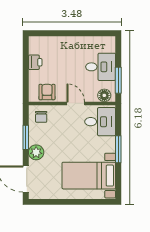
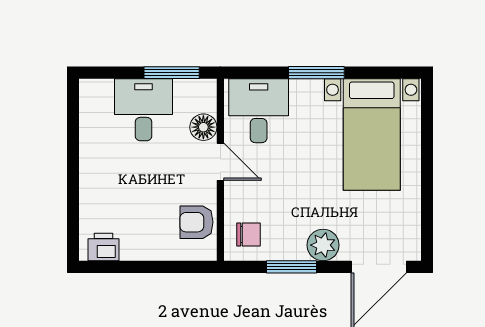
printer: (35, 62) -> (104, 247), moved
floor lamp: (104, 95) -> (203, 127), moved
door: (76, 103) -> (220, 162), swing flipped

